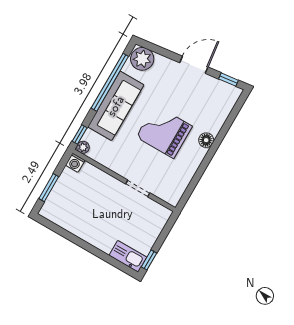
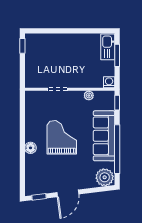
grand piano: (164, 132) -> (62, 137), turned -90
plant: (83, 147) -> (89, 95), moved
kitchen sink: (128, 256) -> (108, 47), moved, turned 90

